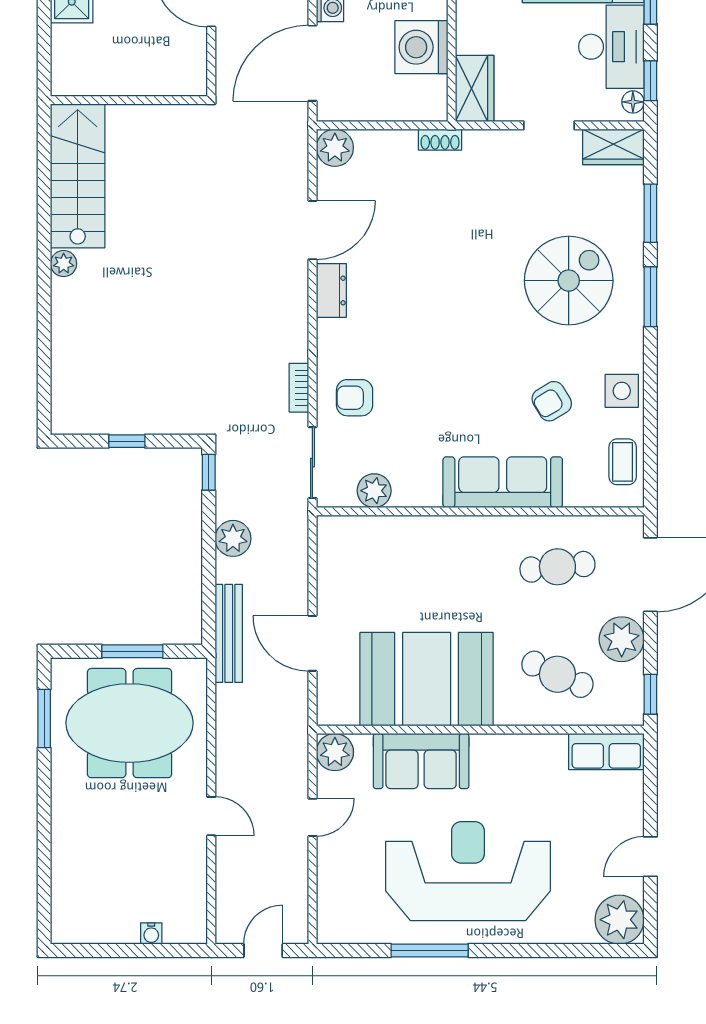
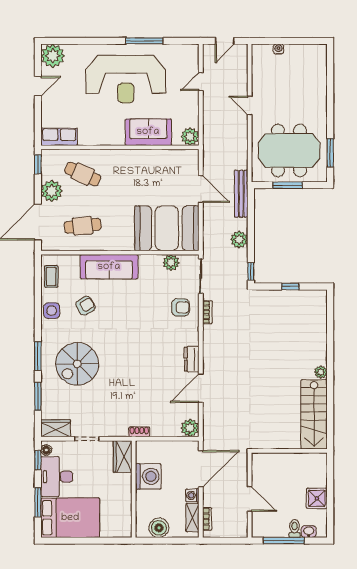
booth: (427, 679) -> (167, 228), moved
door: (312, 817) -> (201, 82), moved

